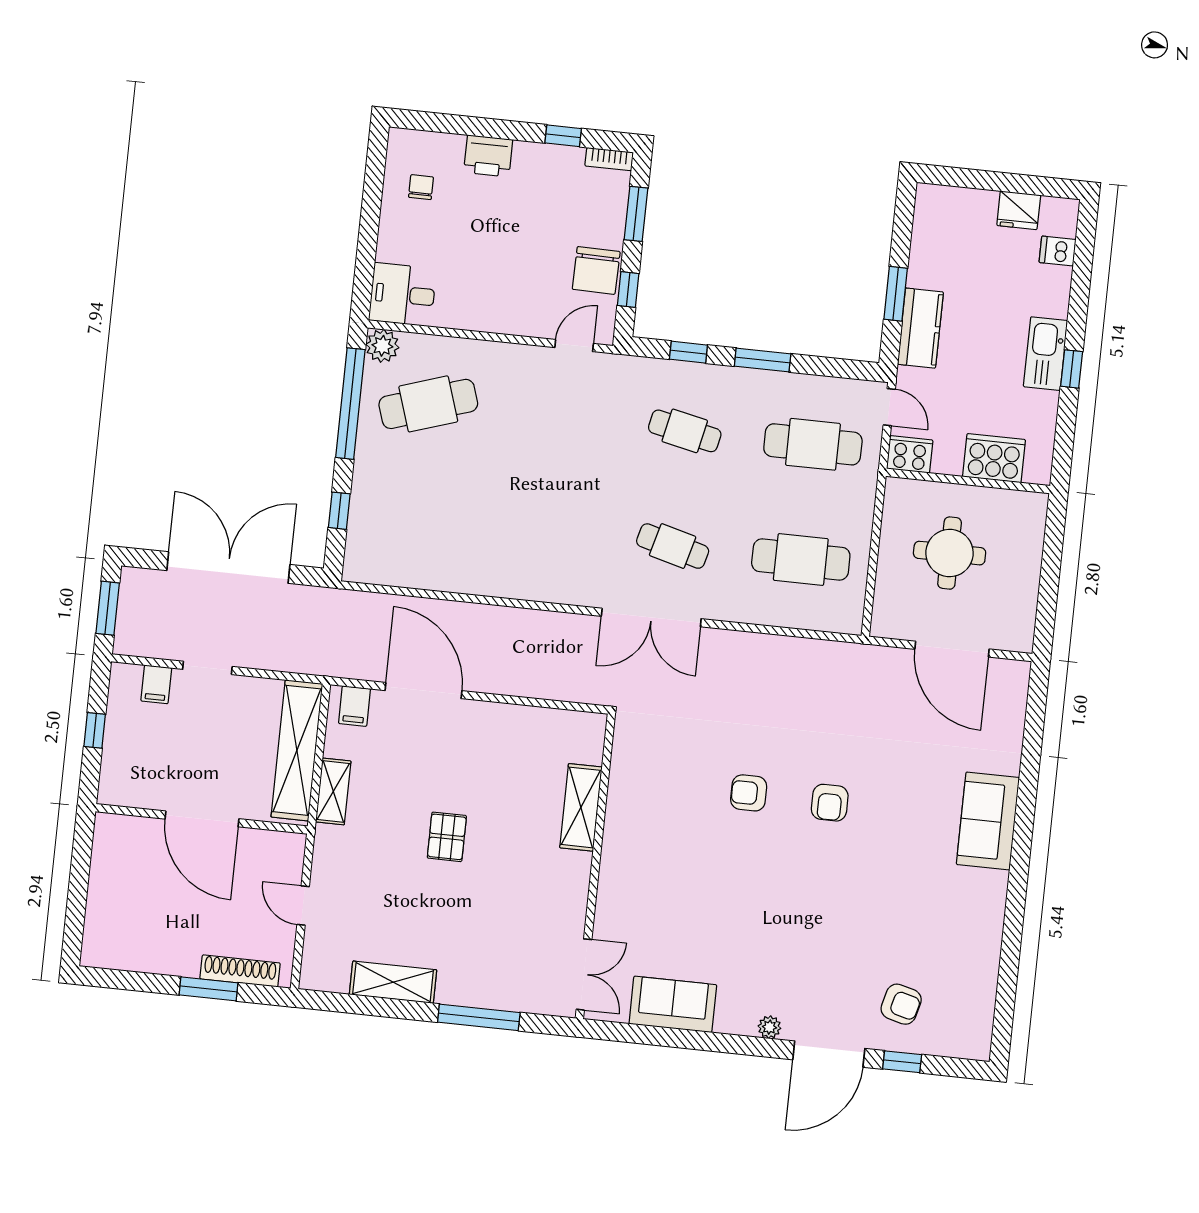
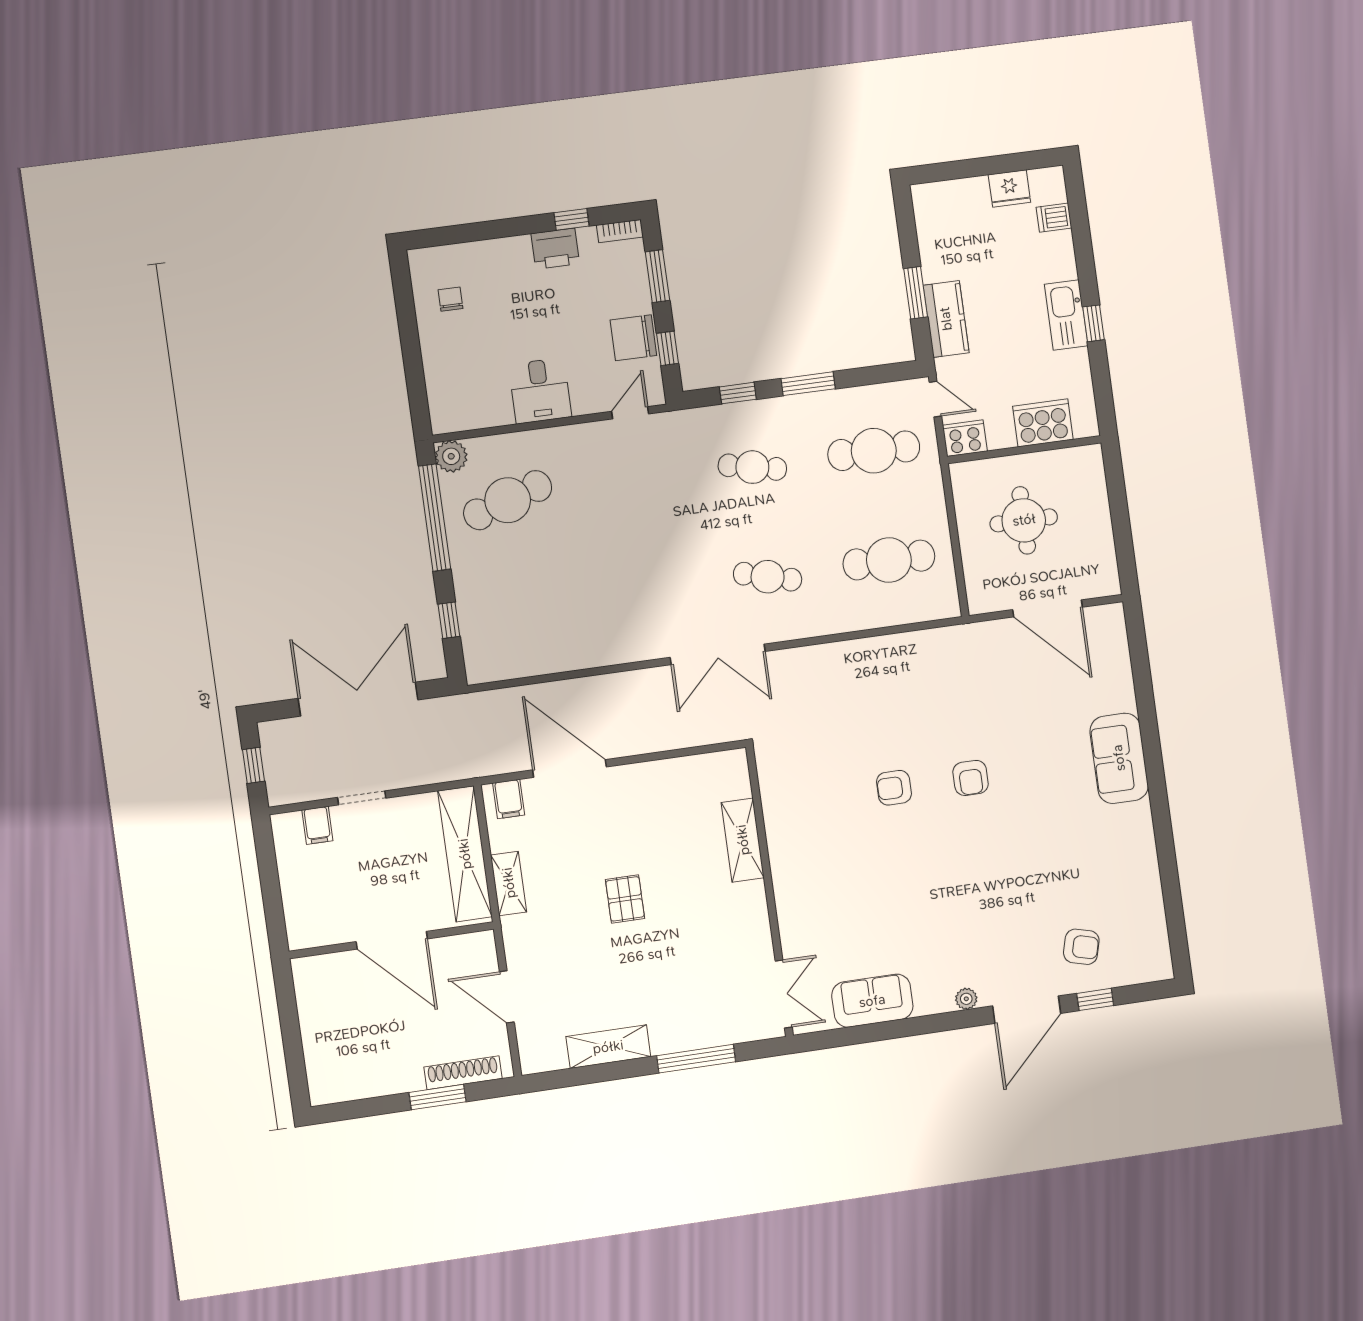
printer: (488, 156) -> (555, 249), moved
chair: (596, 270) -> (633, 338), turned 89
desk: (403, 295) -> (540, 391), moved, turned -90
window: (108, 608) -> (253, 765), width x0.67
double door: (651, 617) -> (718, 654), moved
window: (95, 730) -> (270, 883), removed
door: (303, 906) -> (507, 997), width x1.38

